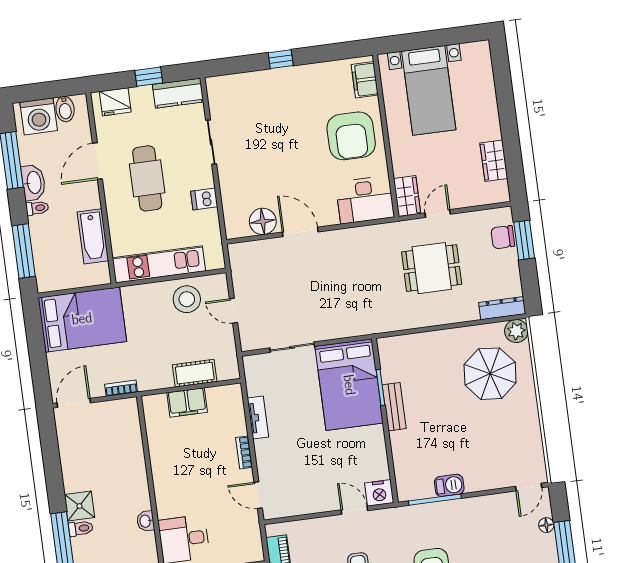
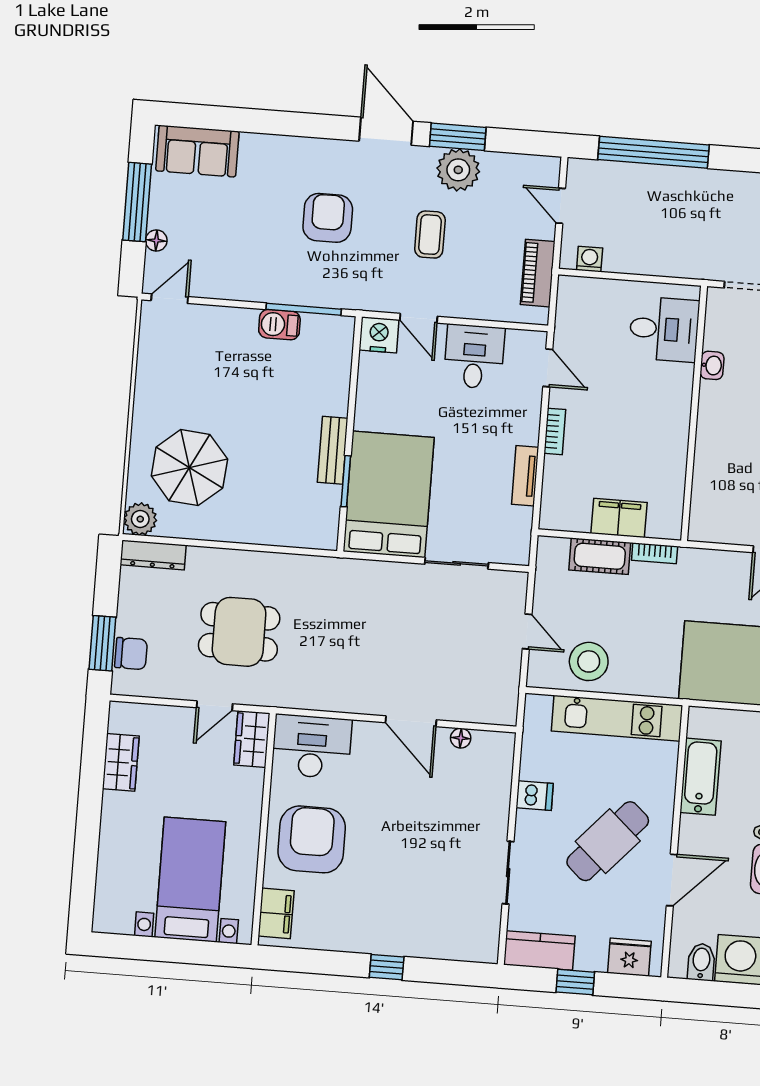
cafe table: (147, 178) -> (608, 841), turned 42
floor lamp: (263, 221) -> (461, 738), width x0.53, depth x0.53
bookcase: (121, 388) -> (655, 553), moved
desk: (311, 492) -> (474, 357), added

